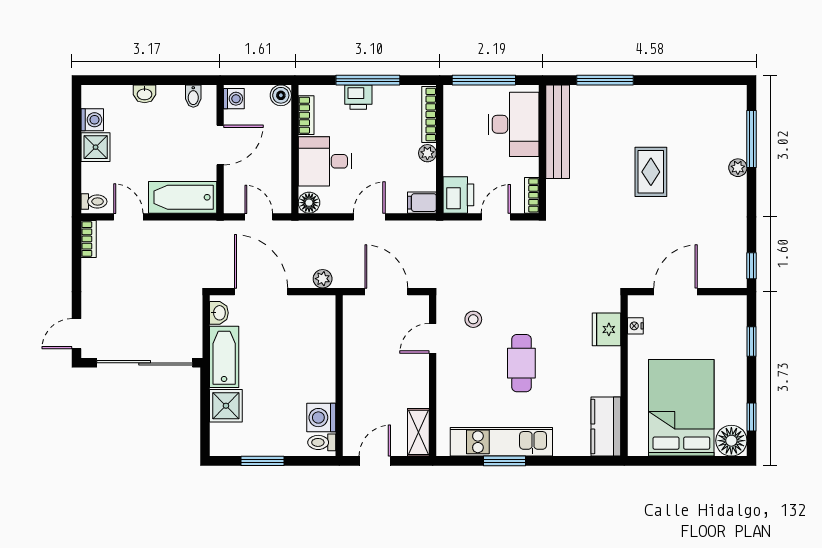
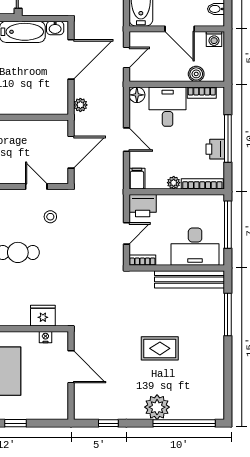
boiler: (281, 95) -> (196, 74), moved
printer: (358, 97) -> (215, 149), moved
window: (752, 139) -> (184, 423), width x1.46
plant: (738, 168) -> (157, 407), width x1.88, depth x1.88
door: (496, 217) -> (126, 233), hinge flipped
window: (752, 266) -> (108, 423), moved
window: (752, 342) -> (15, 423), moved

